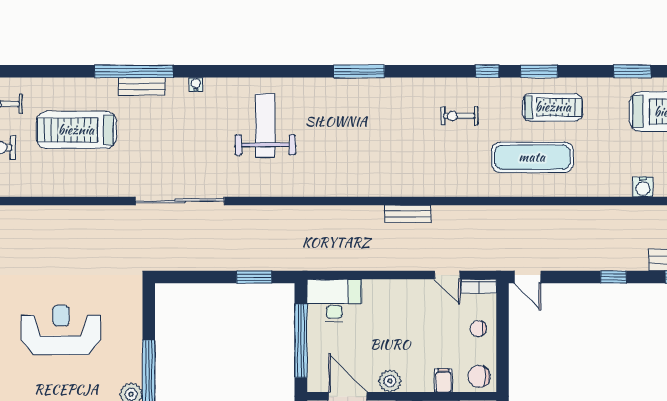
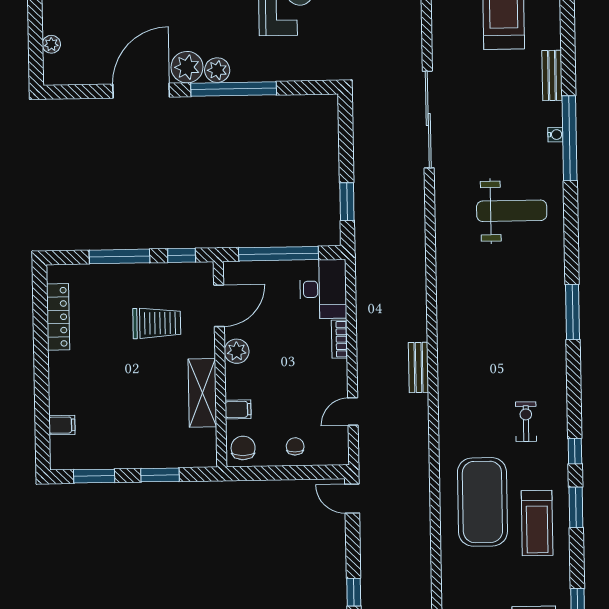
window: (134, 71) -> (569, 138), moved
exercise mat: (532, 157) -> (482, 502), width x1.47
door: (527, 277) -> (352, 499), hinge flipped
bookcase: (479, 286) -> (339, 339), moved

